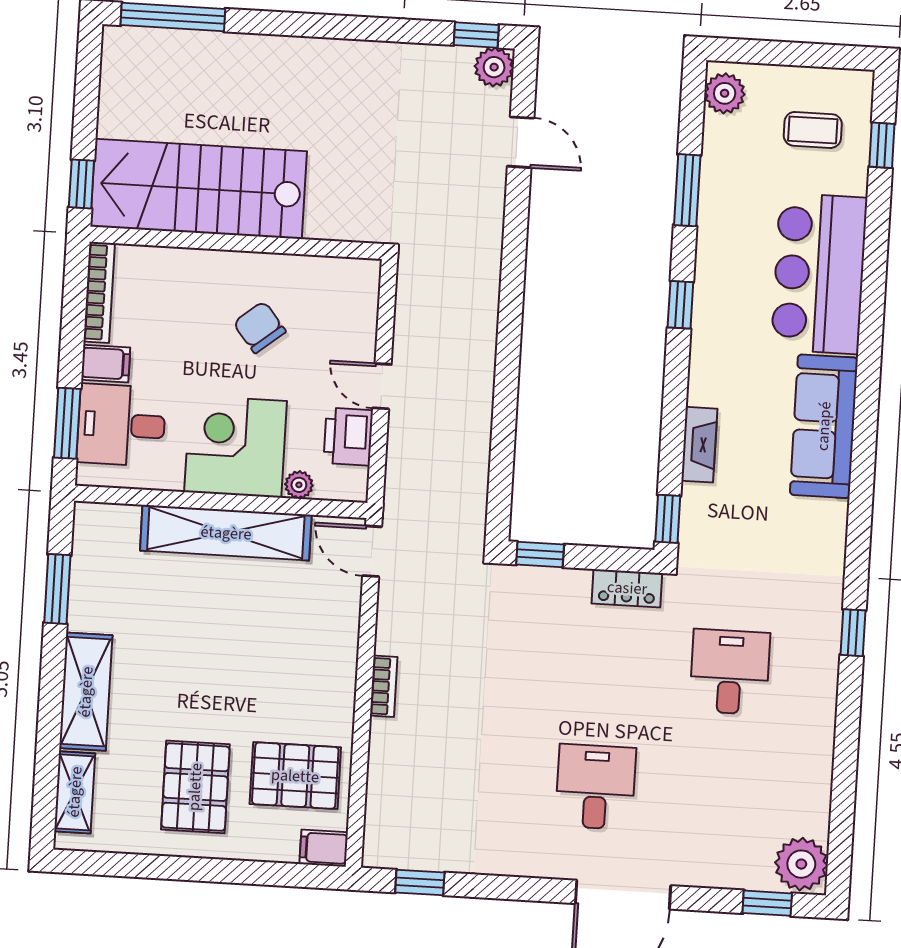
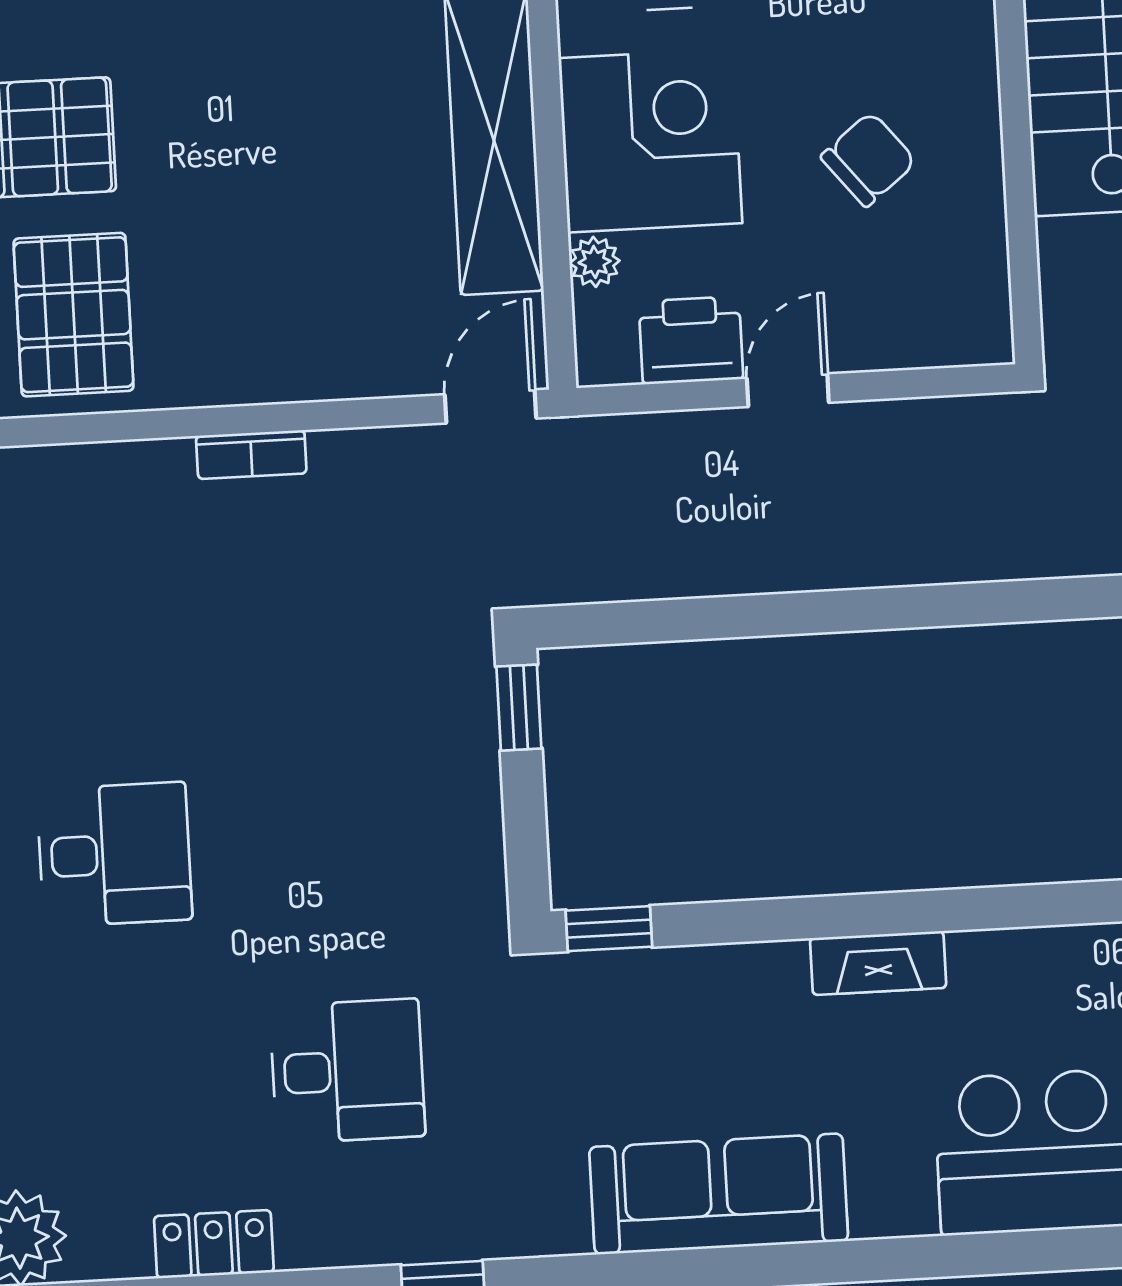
window: (680, 305) -> (994, 908), removed
sofa: (824, 426) -> (719, 1194), moved
fireplace: (699, 445) -> (878, 963), moved
locker: (627, 588) -> (214, 1244), moved, turned 90

